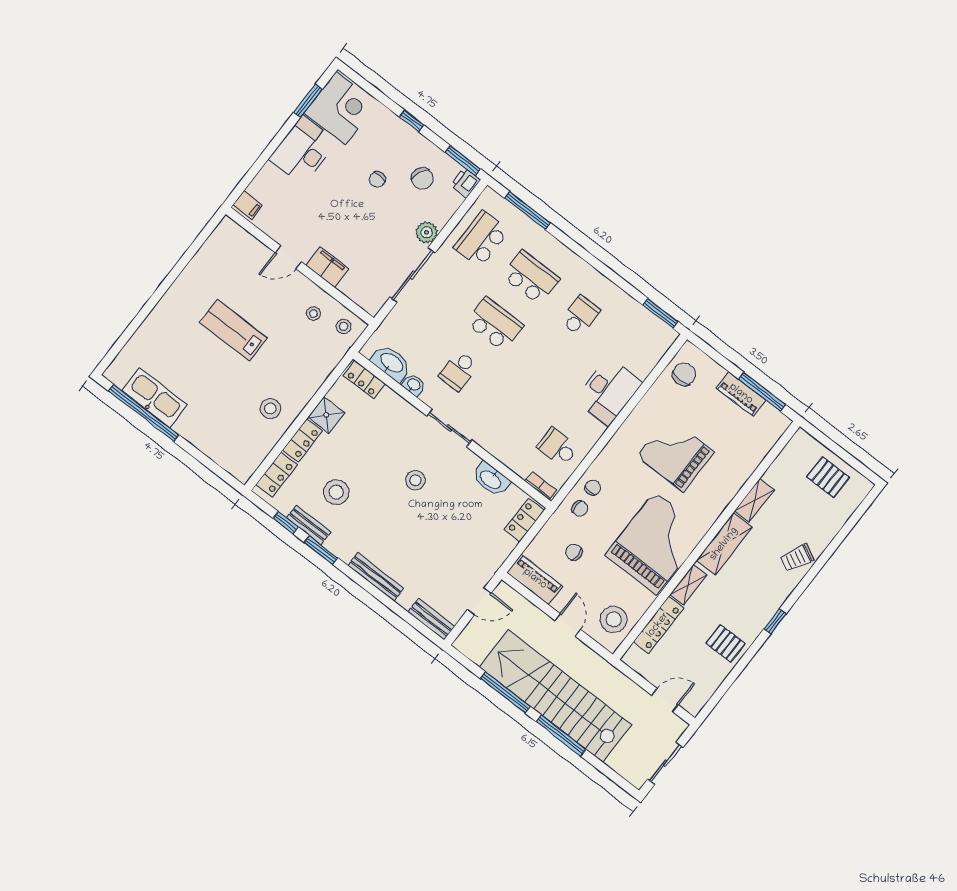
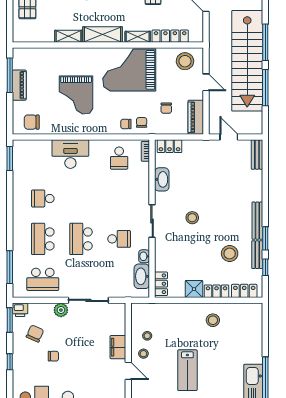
stool: (344, 326) -> (143, 354), moved
bench: (376, 577) -> (257, 221), moved
door: (568, 625) -> (206, 82), swing flipped

